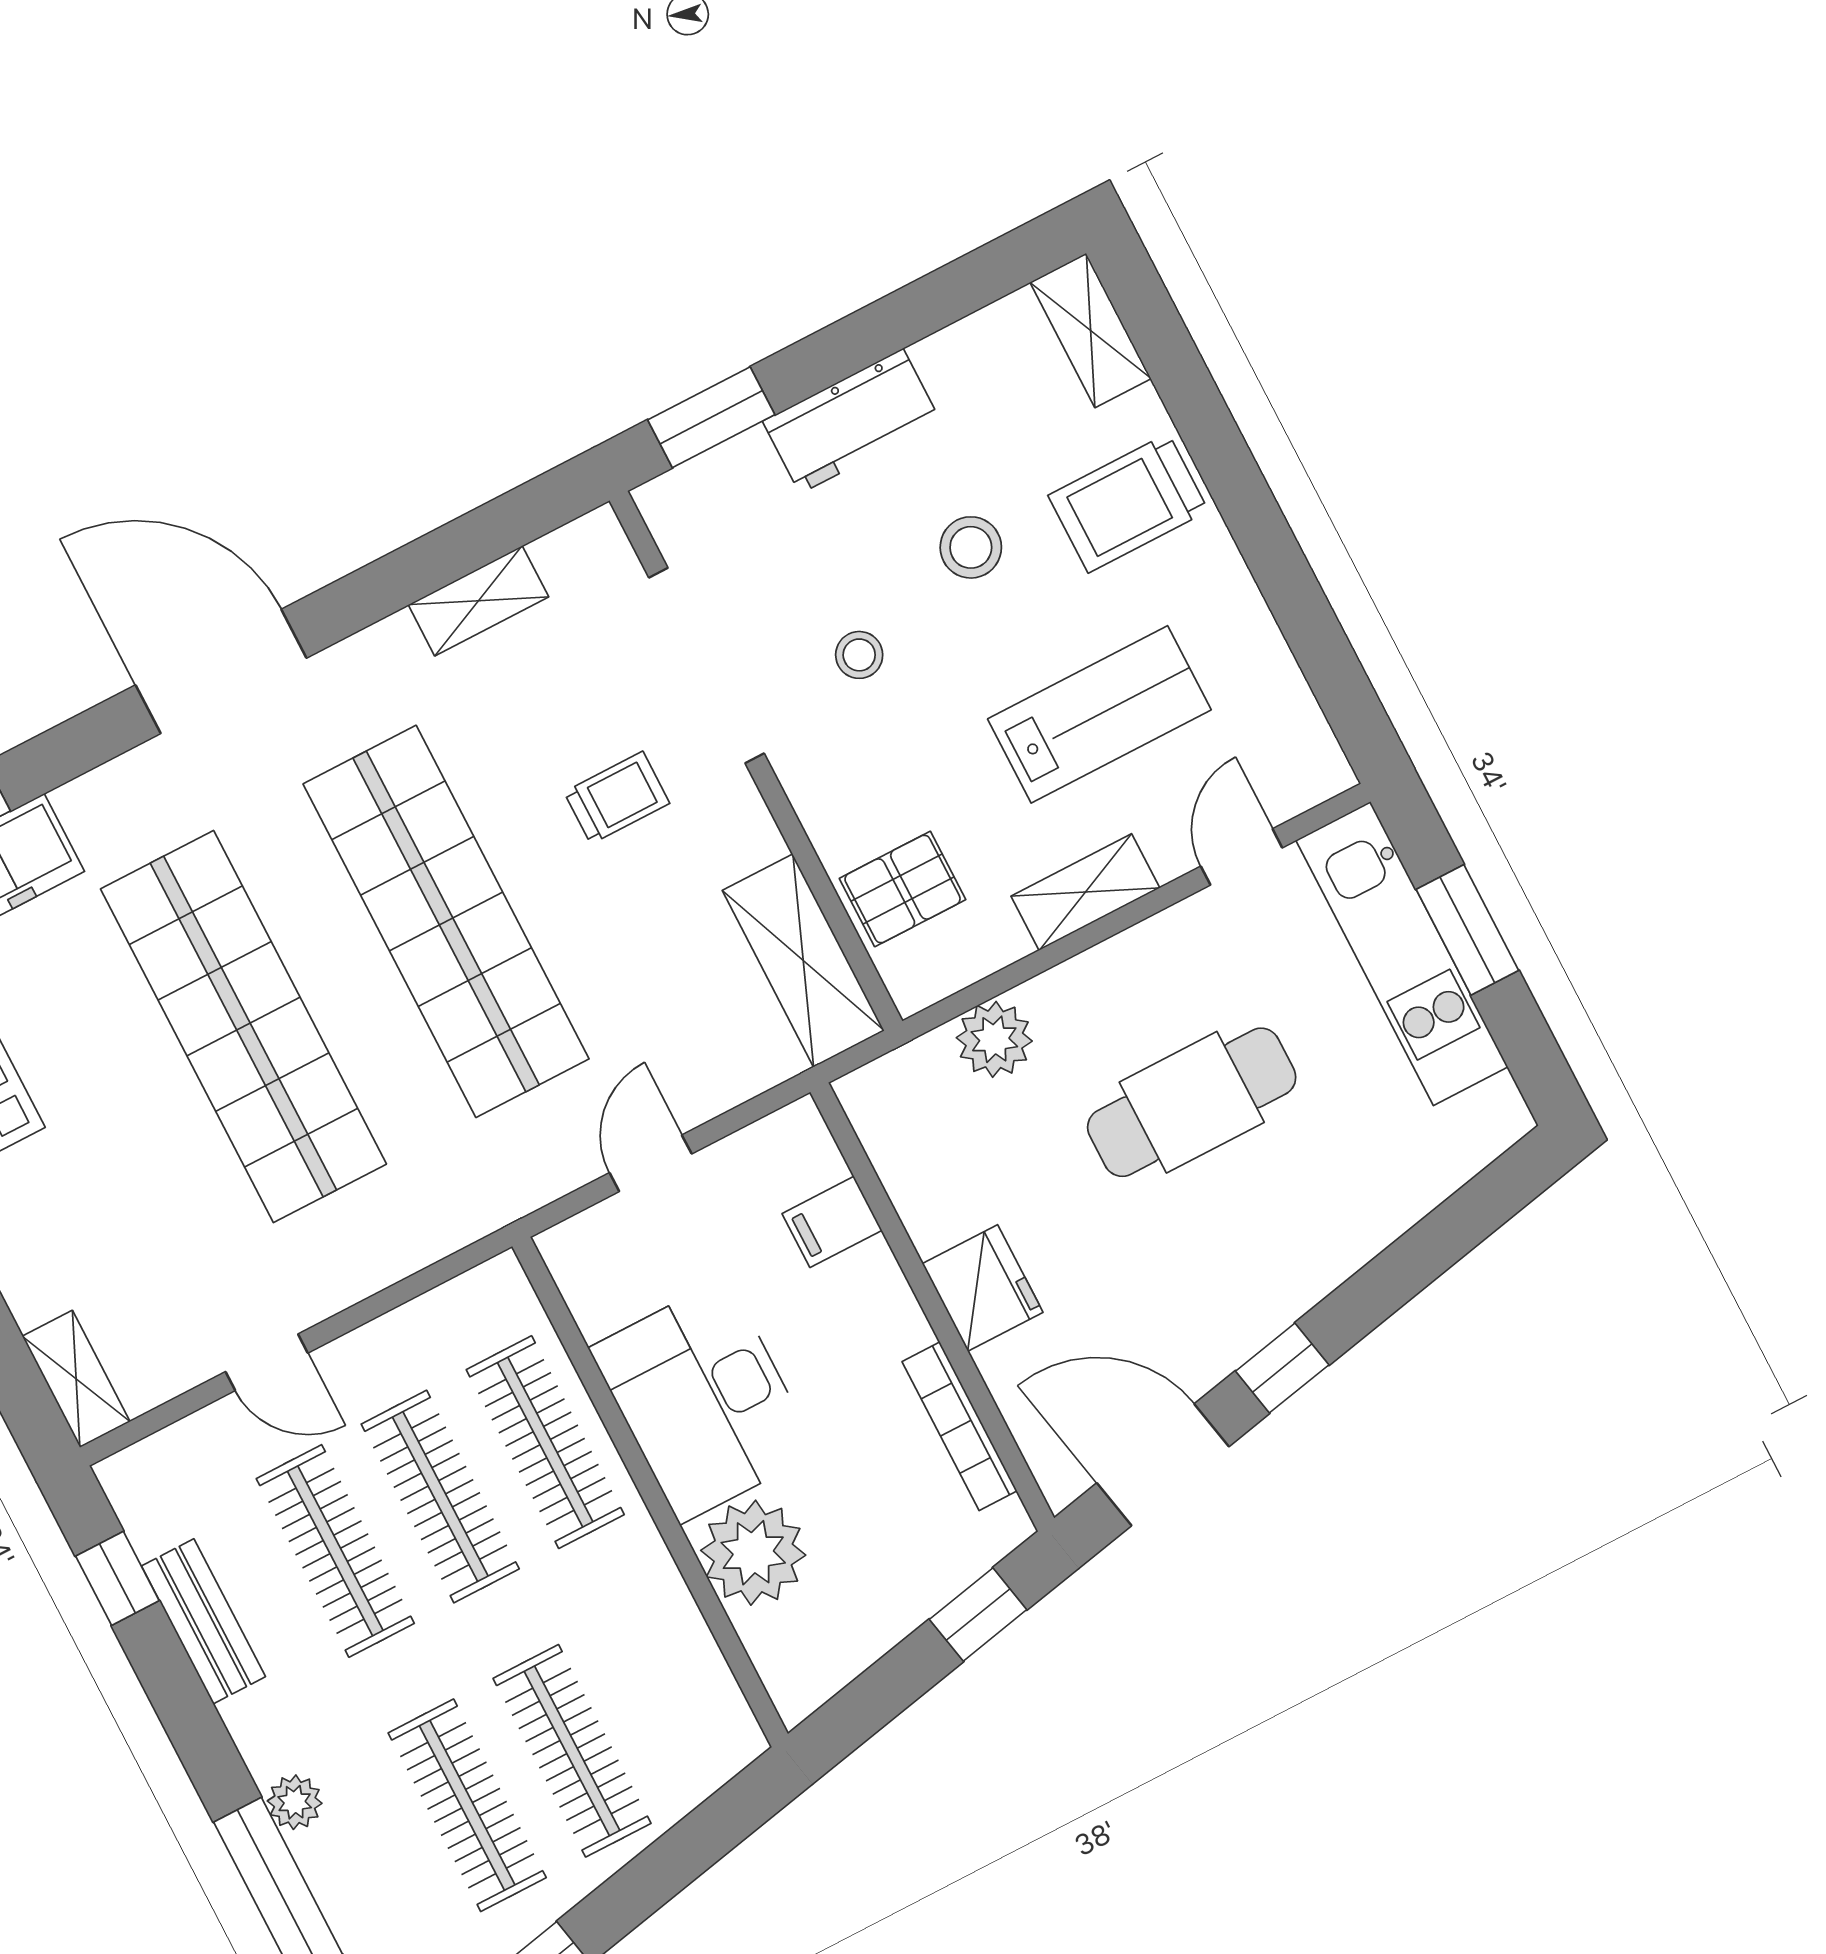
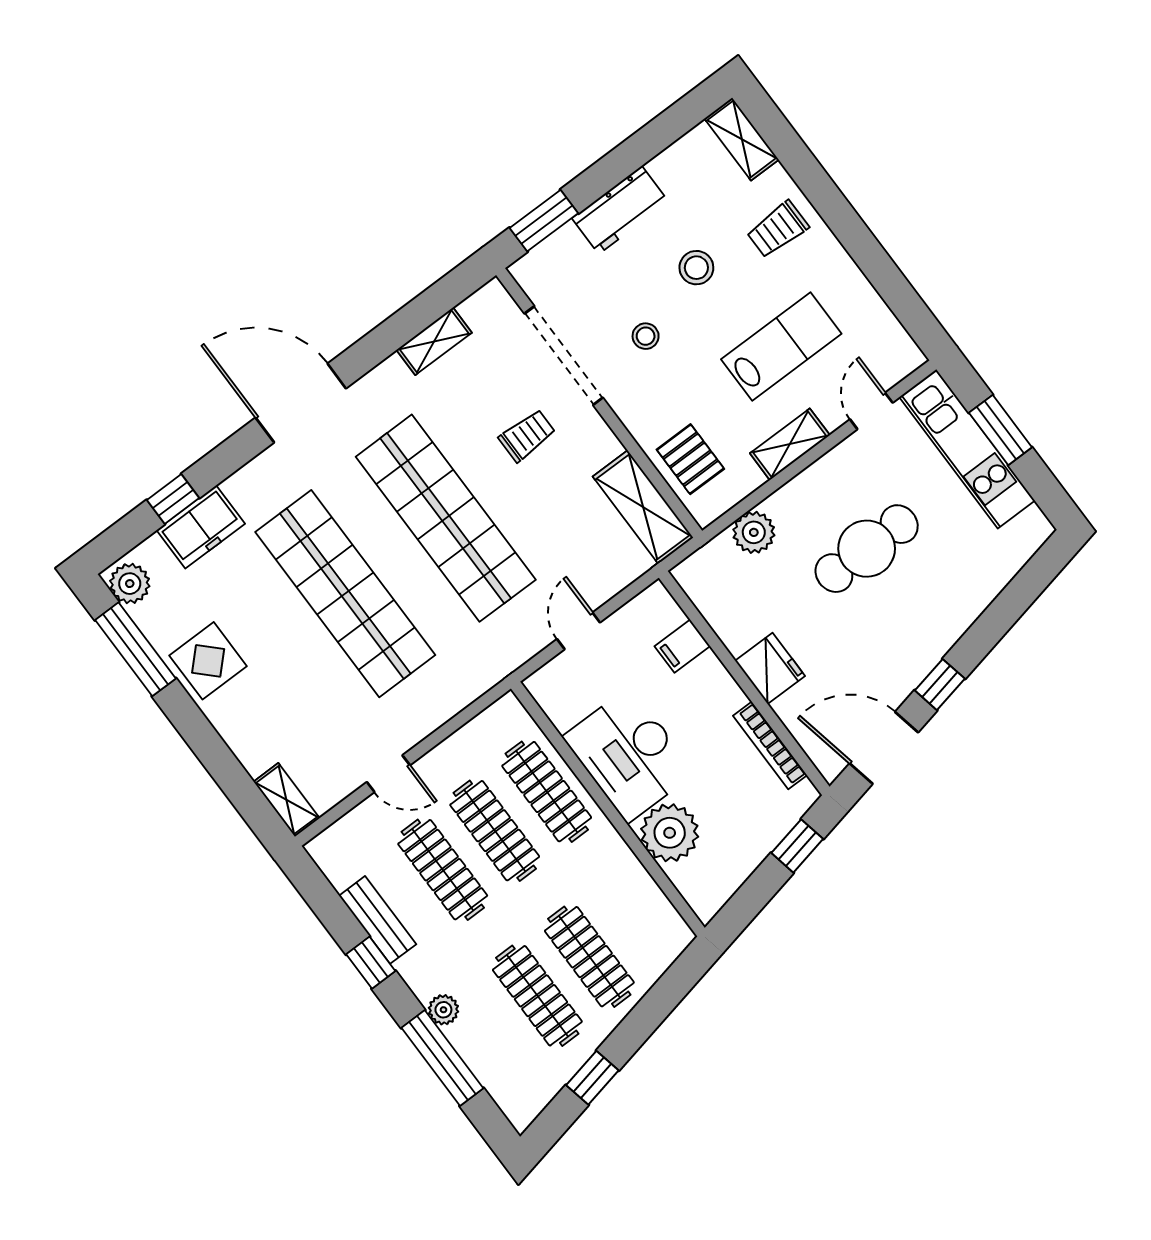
trolley: (1128, 503) -> (778, 229), width x0.73, depth x0.72
pallet: (903, 889) -> (690, 459), turned 90
window: (117, 1578) -> (371, 963), moved

